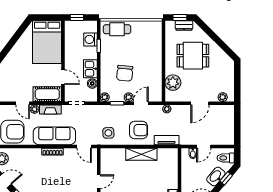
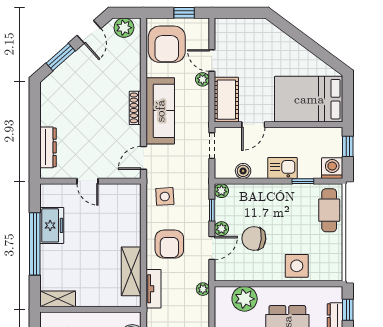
washing machine: (90, 39) -> (332, 168), moved
side table: (152, 50) -> (297, 266), added
kitchen sink: (90, 69) -> (282, 168), moved
chair: (125, 73) -> (254, 238), moved
door: (23, 103) -> (212, 61), hinge flipped
door: (141, 103) -> (212, 248), hinge flipped
fireplace: (50, 109) -> (202, 105), removed
shelving: (141, 154) -> (131, 271), moved

